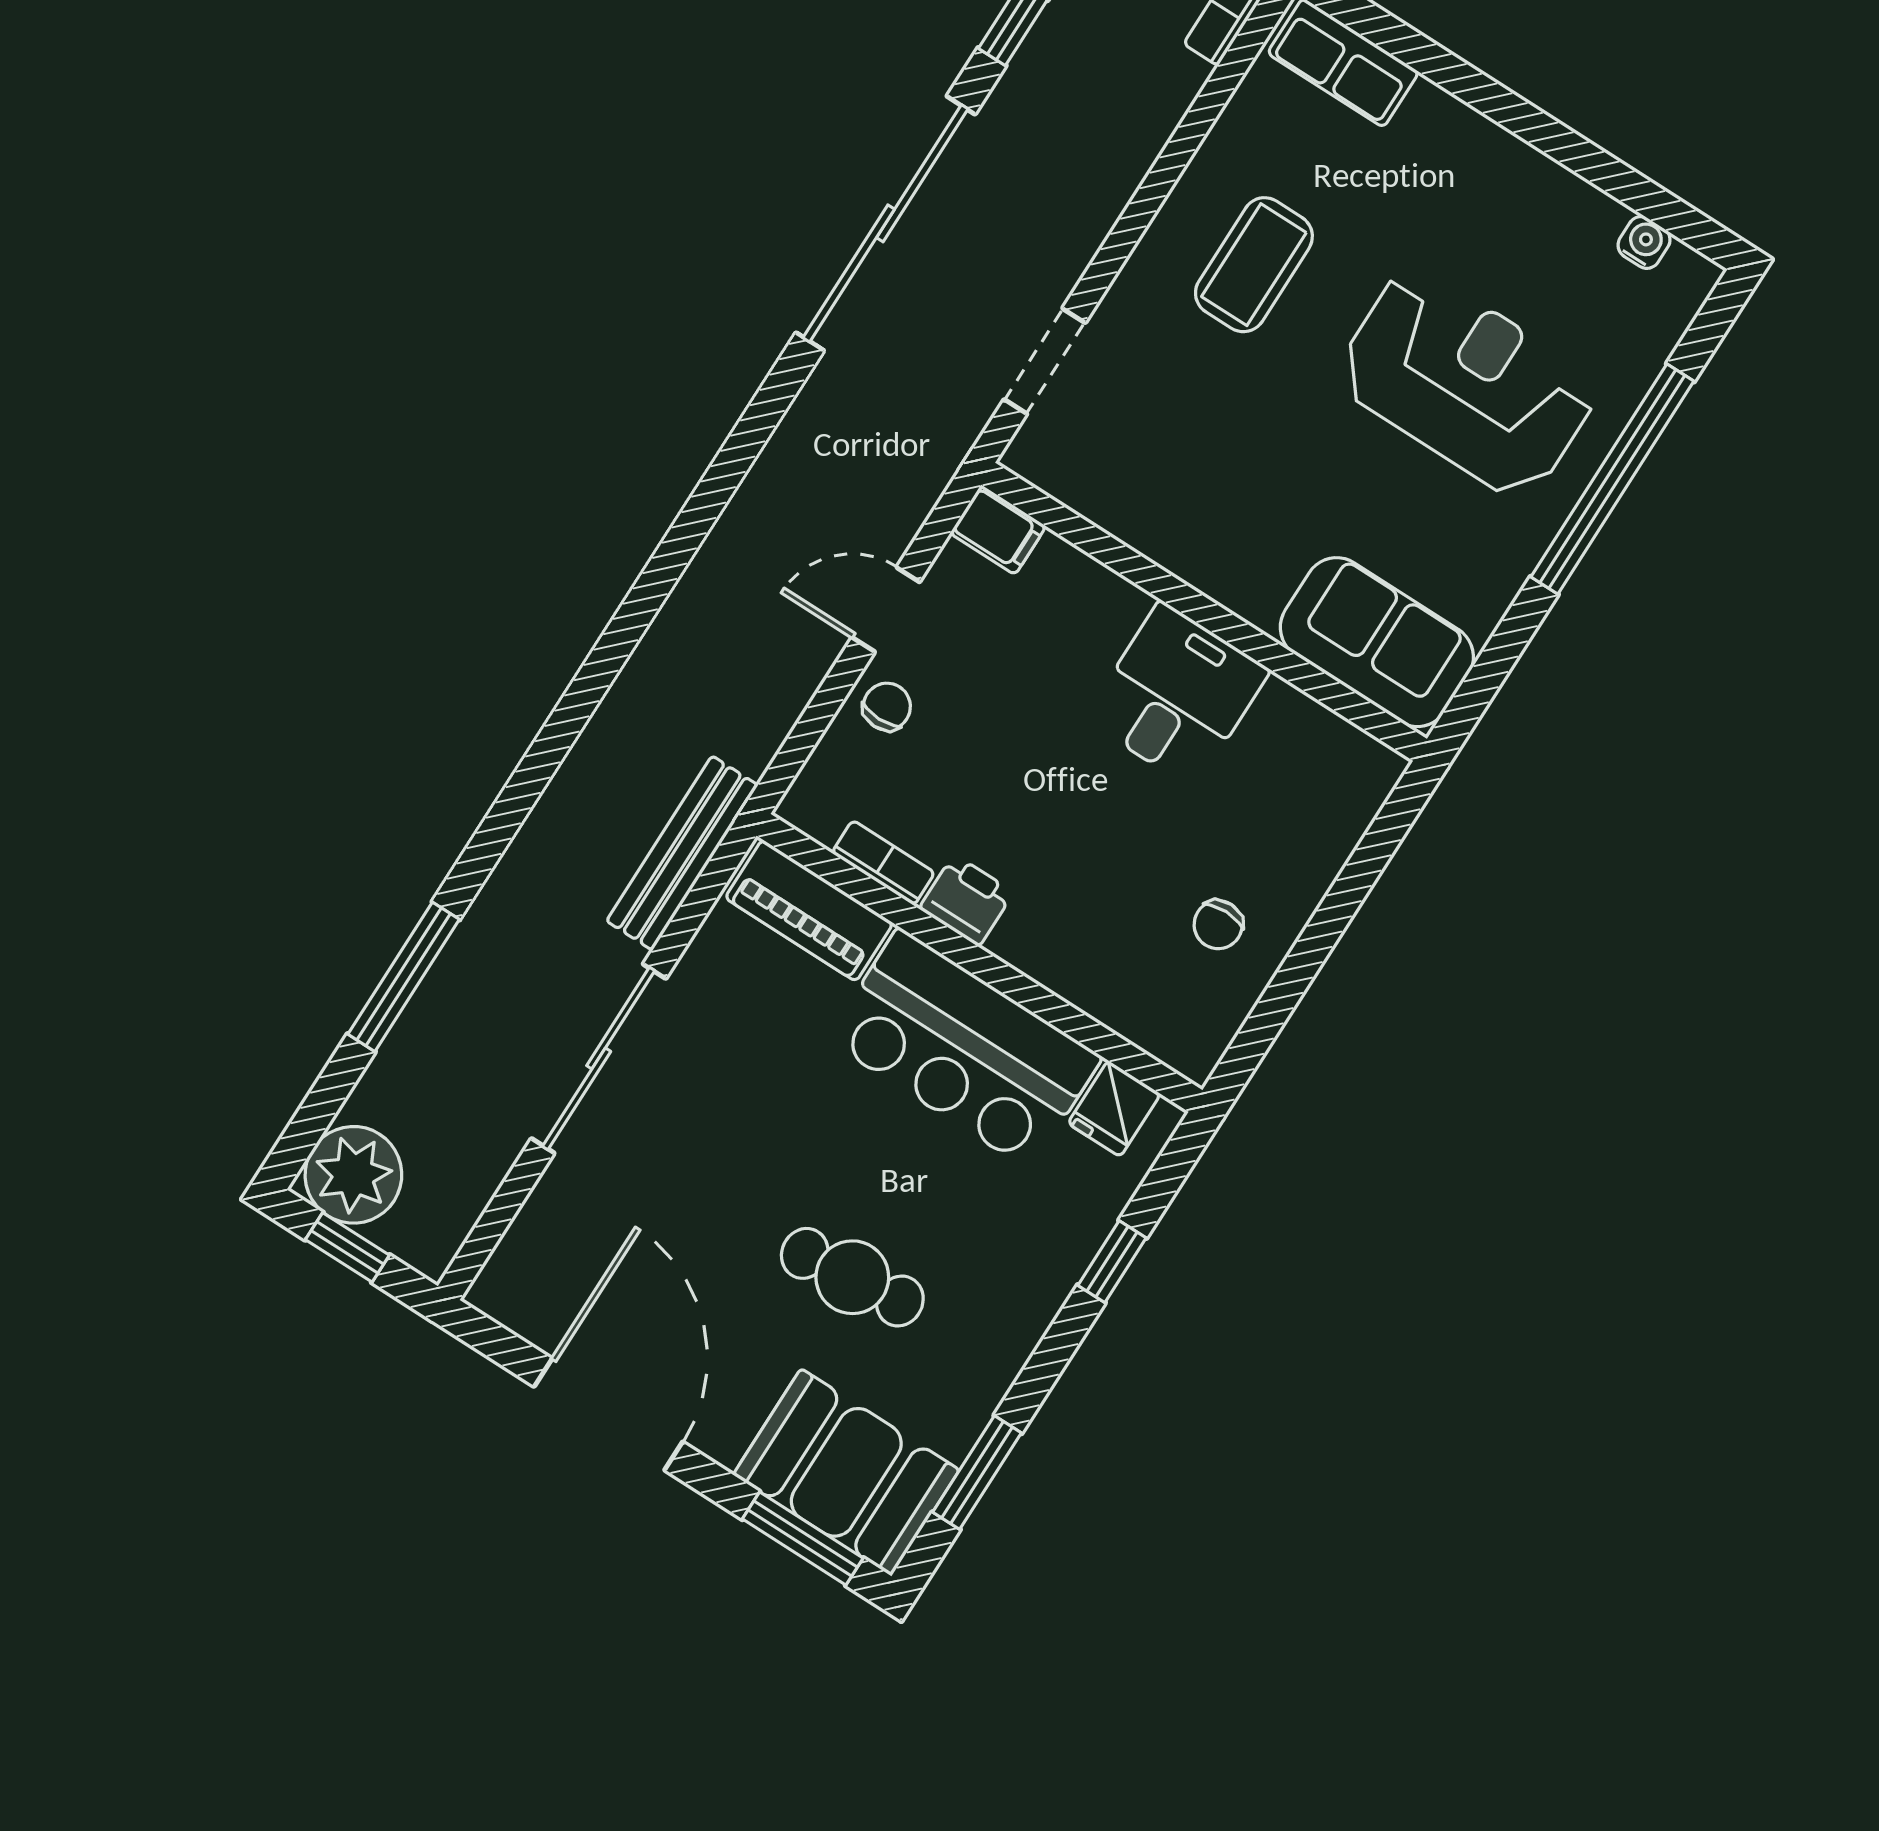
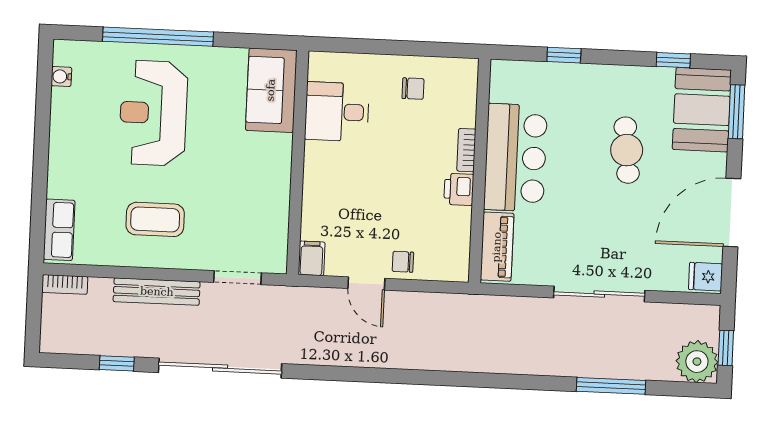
desk: (1177, 695) -> (337, 112), moved
bench: (682, 853) -> (157, 292), moved
bookcase: (883, 863) -> (466, 150), moved
fridge: (1114, 1109) -> (706, 277), moved, turned 180
window: (977, 1473) -> (673, 60), width x0.67

